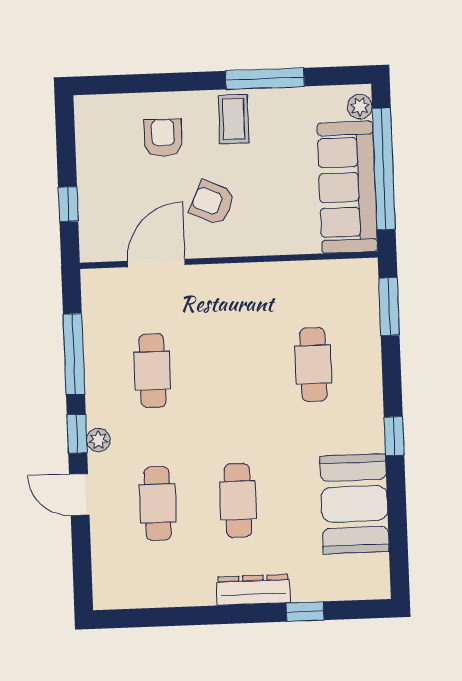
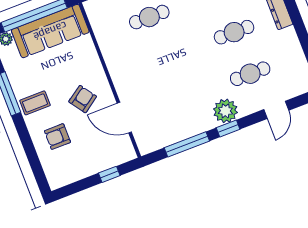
armchair: (212, 203) -> (83, 99), turned -149
cafe table: (152, 371) -> (181, 100), removed
plant: (98, 440) -> (225, 111), width x1.88, depth x1.88
door: (79, 495) -> (276, 110), moved

